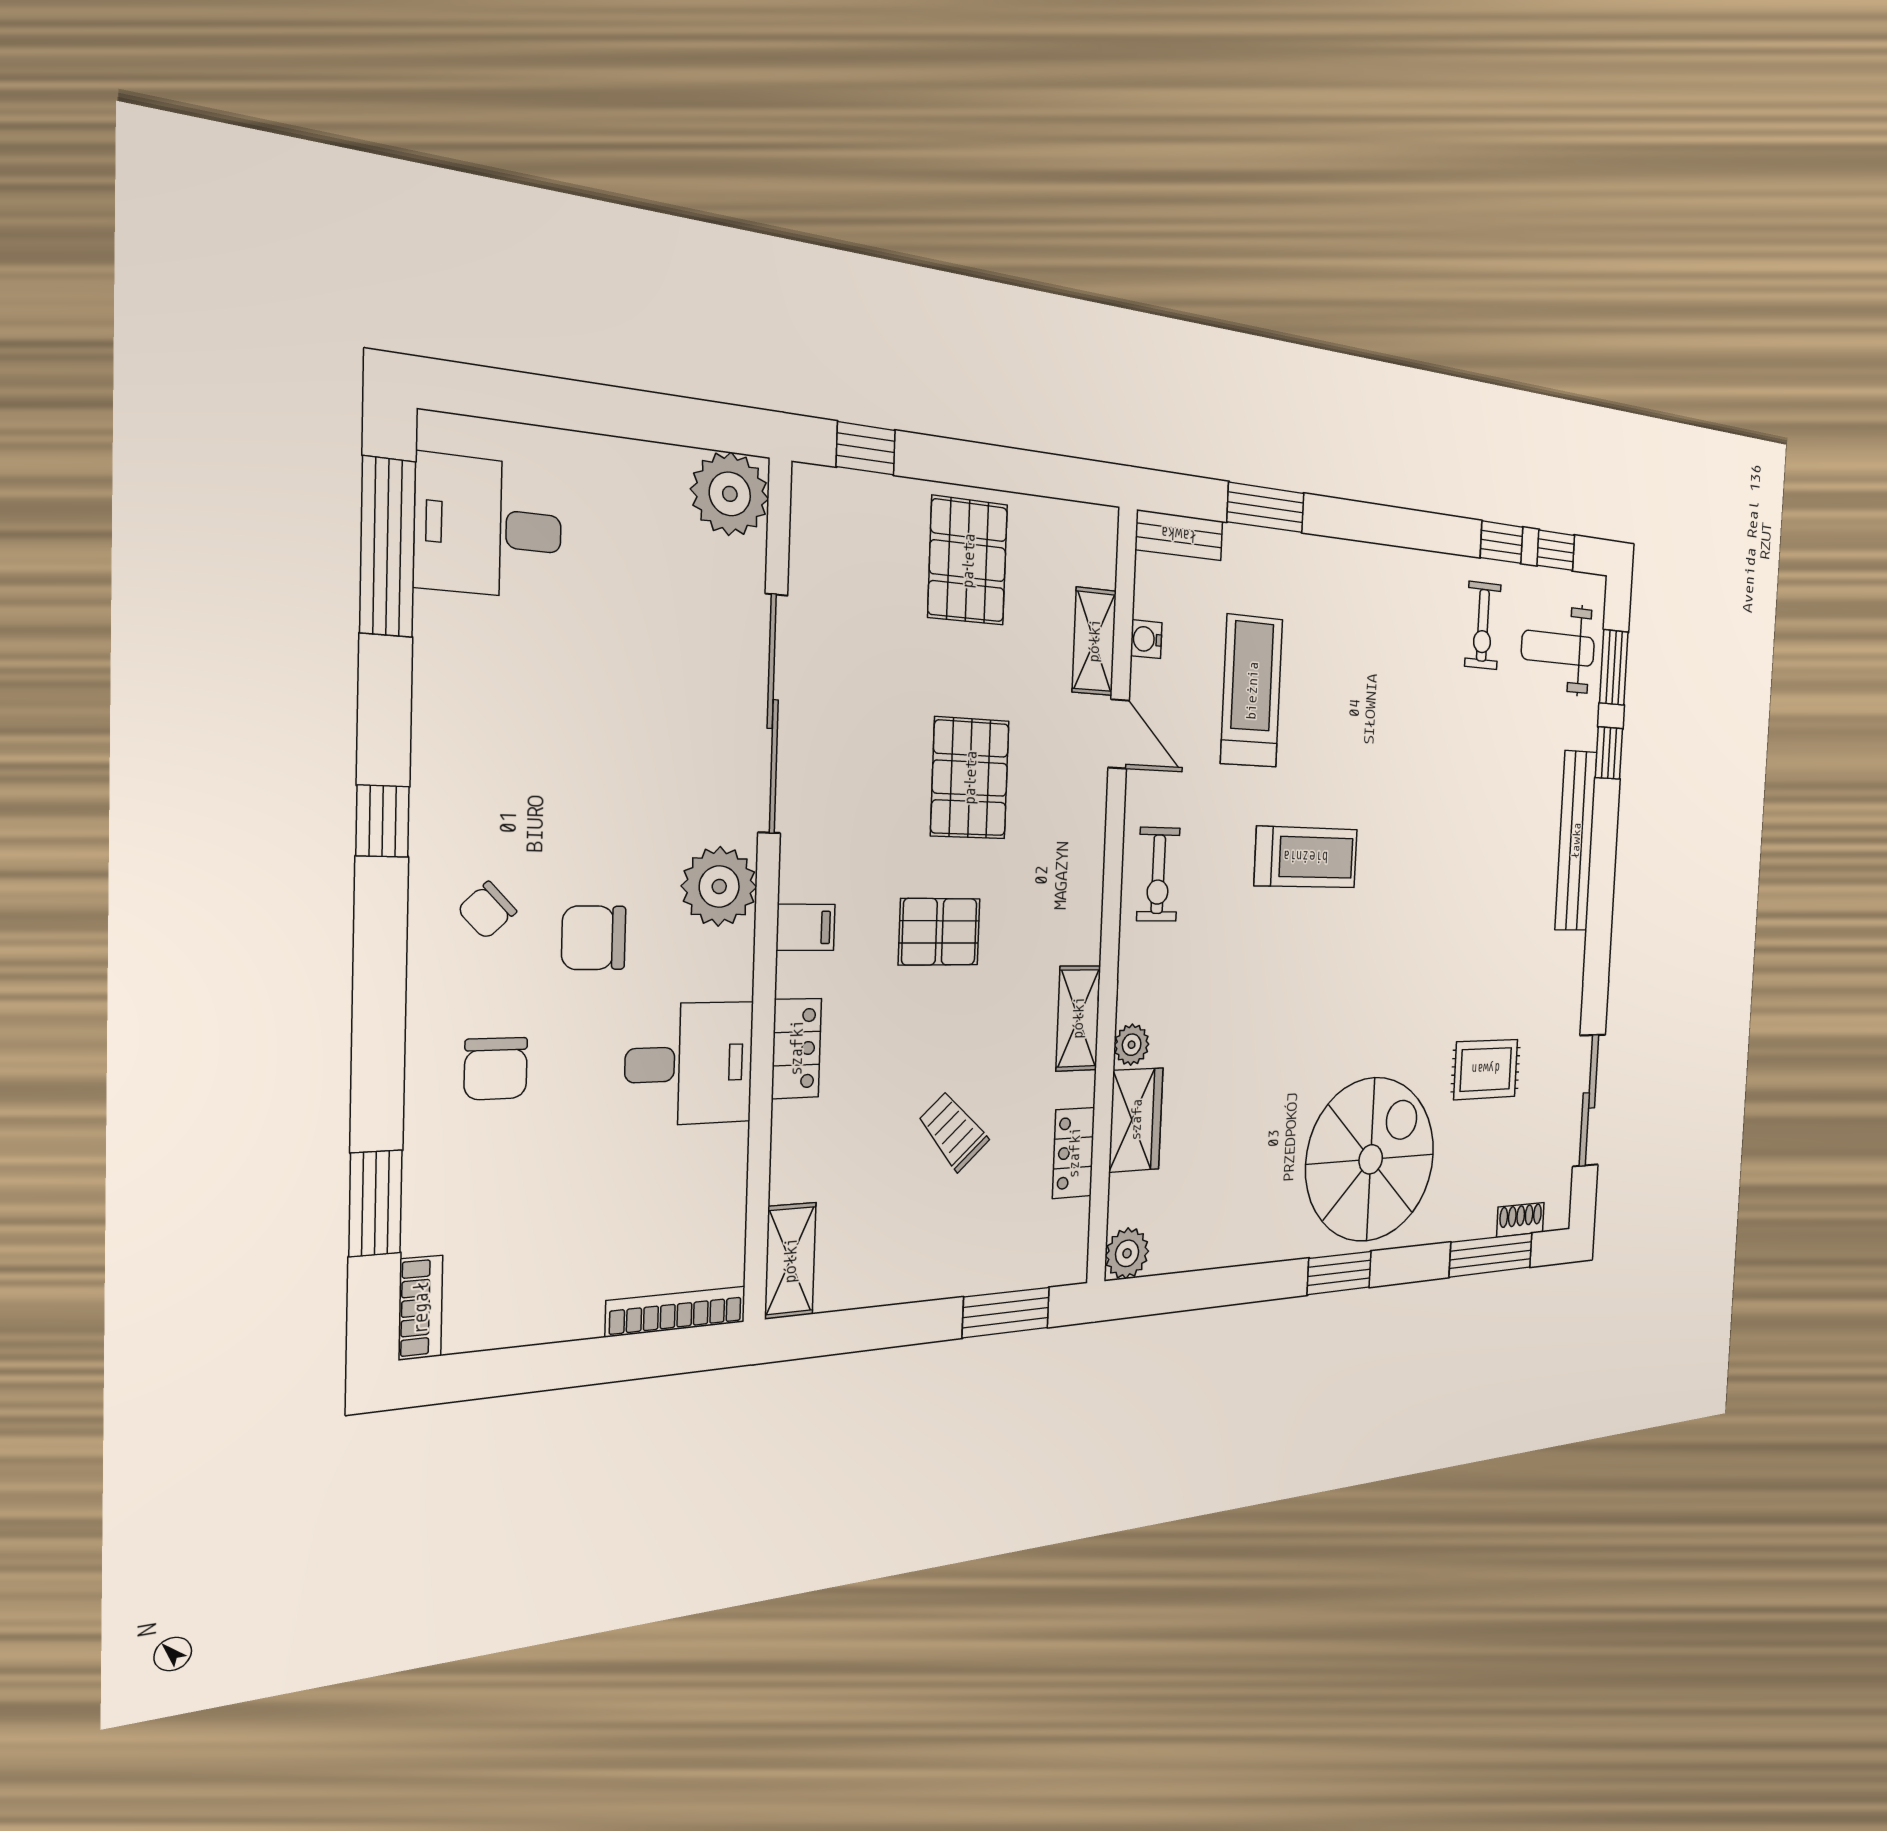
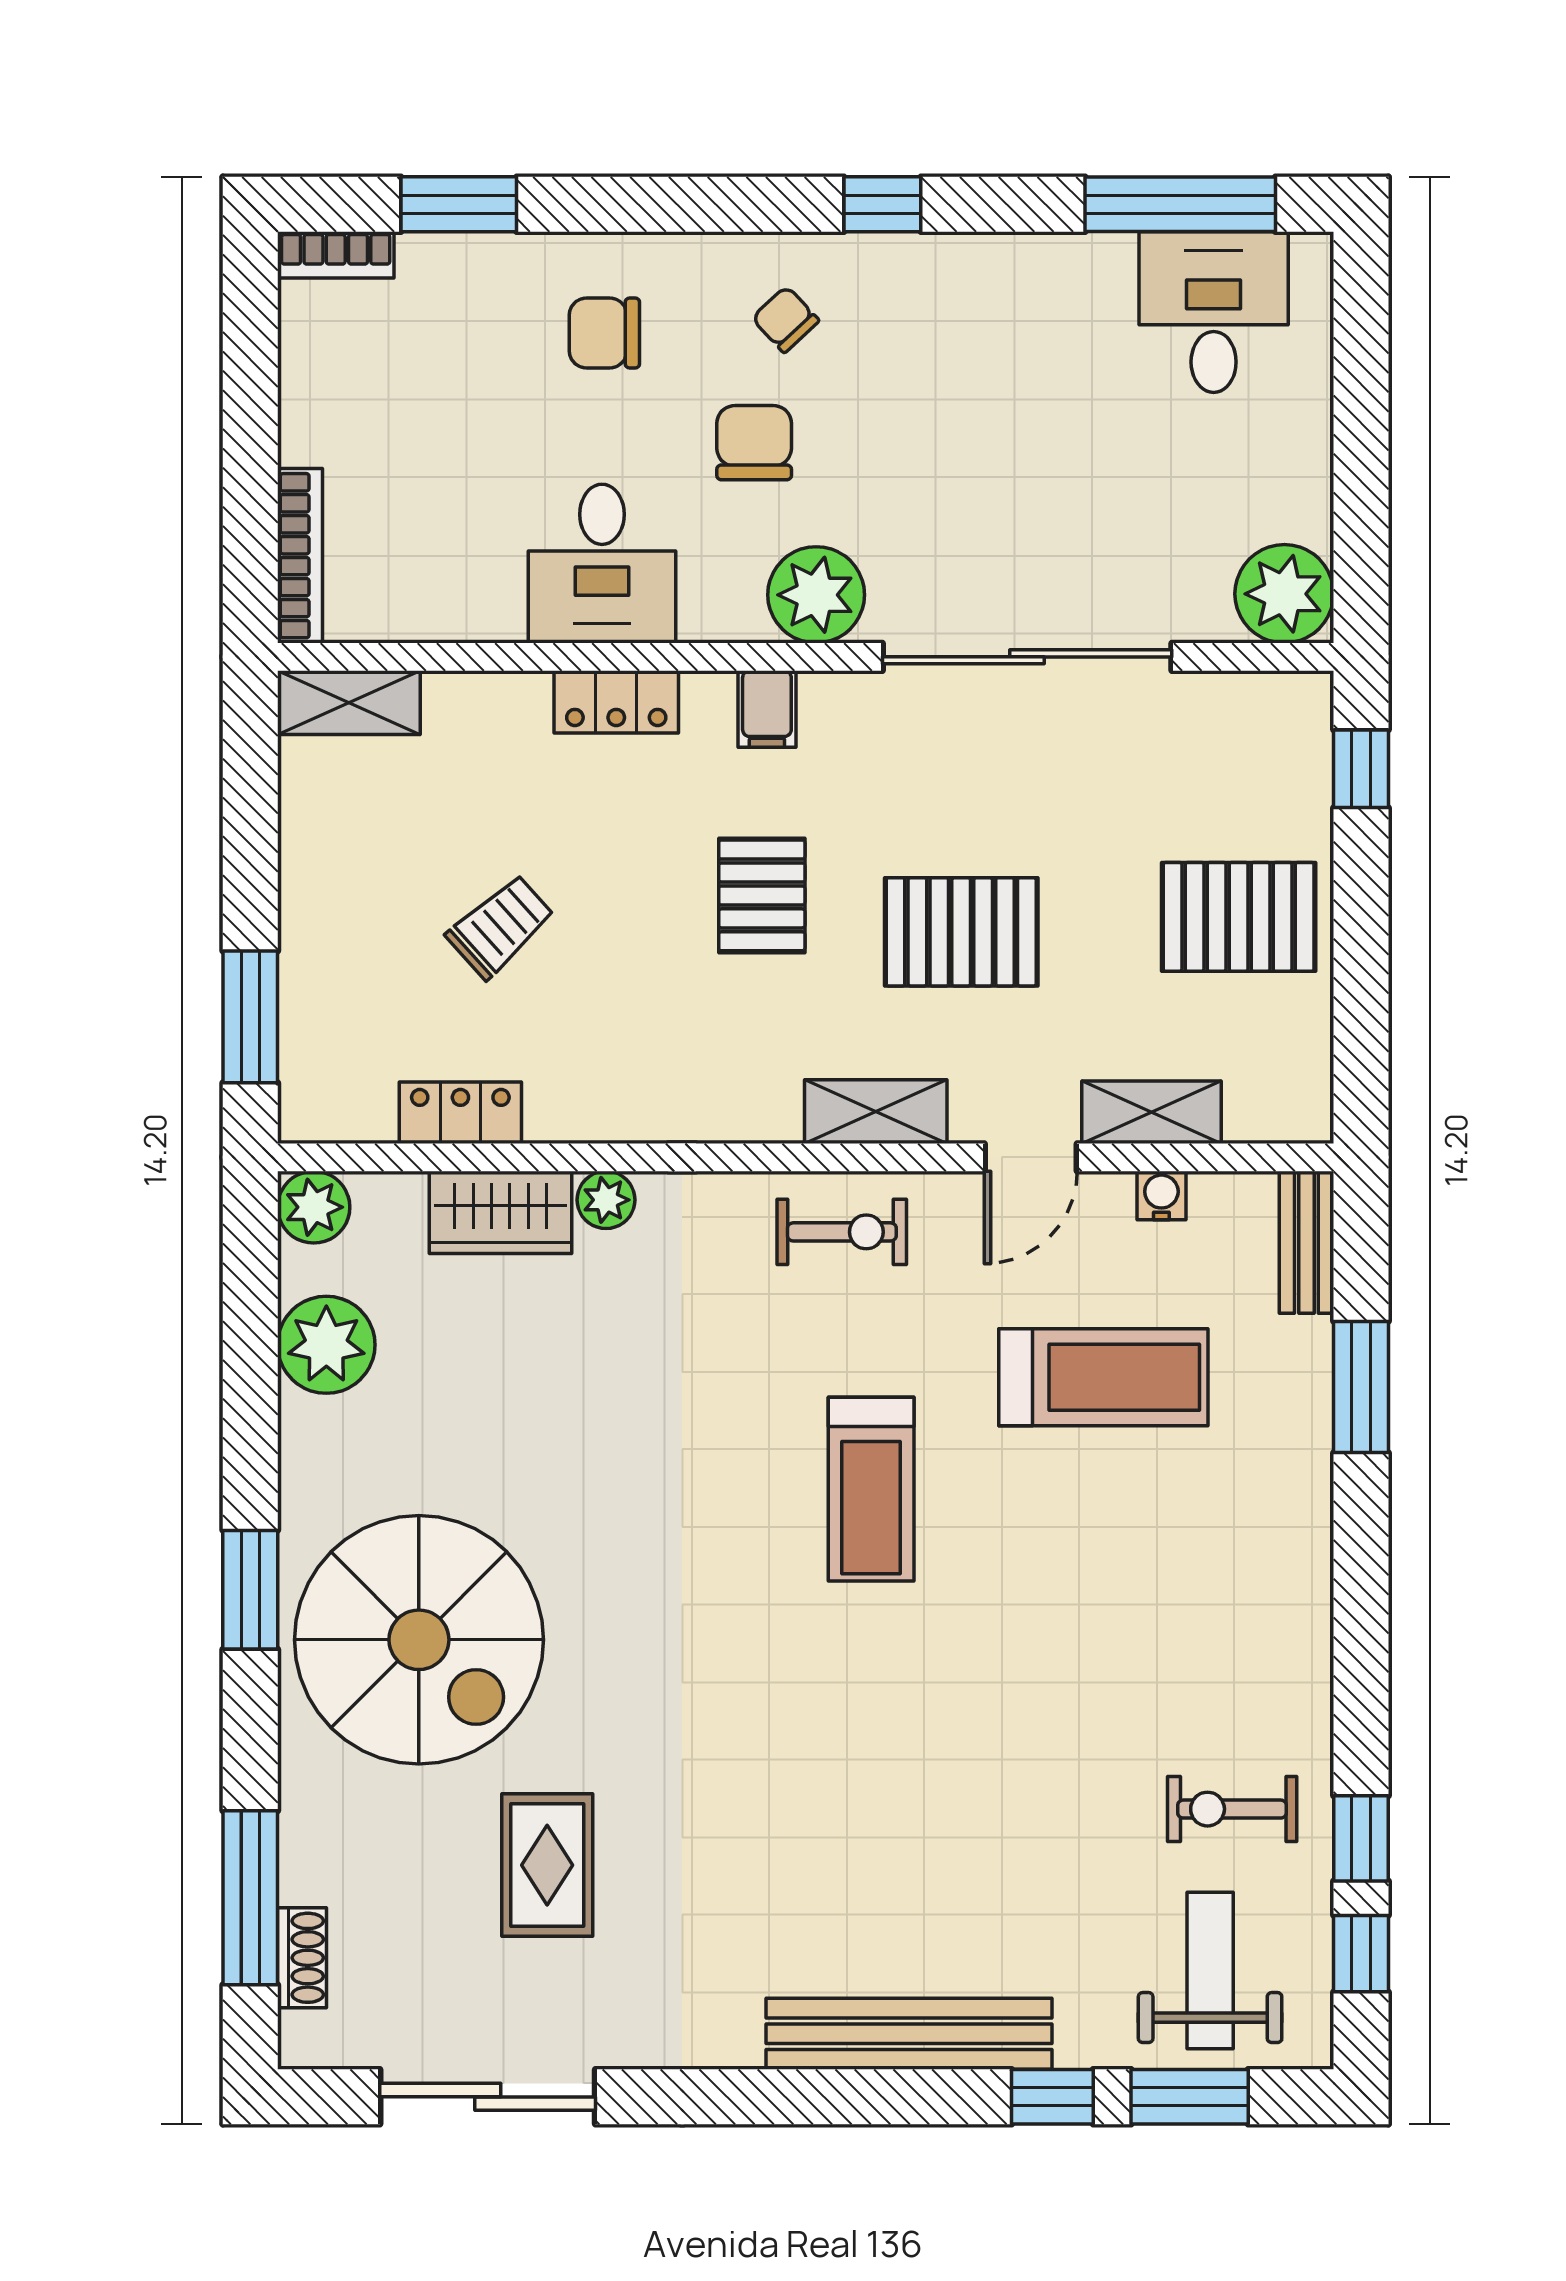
exercise bike: (1158, 874) -> (842, 1232), turned 180
shelving: (1078, 1018) -> (876, 1112), moved
plant: (1208, 1236) -> (326, 1345), added

